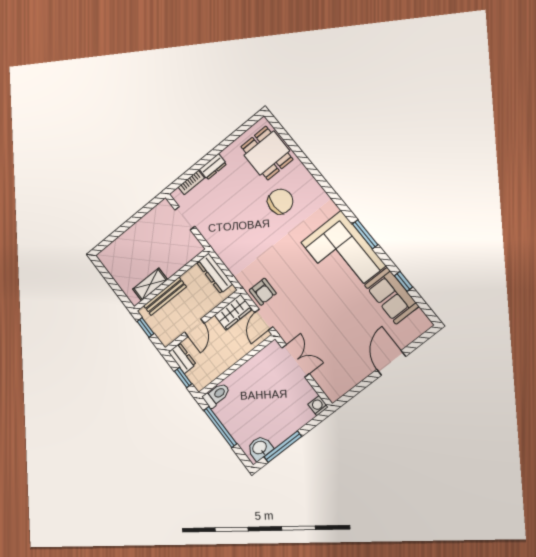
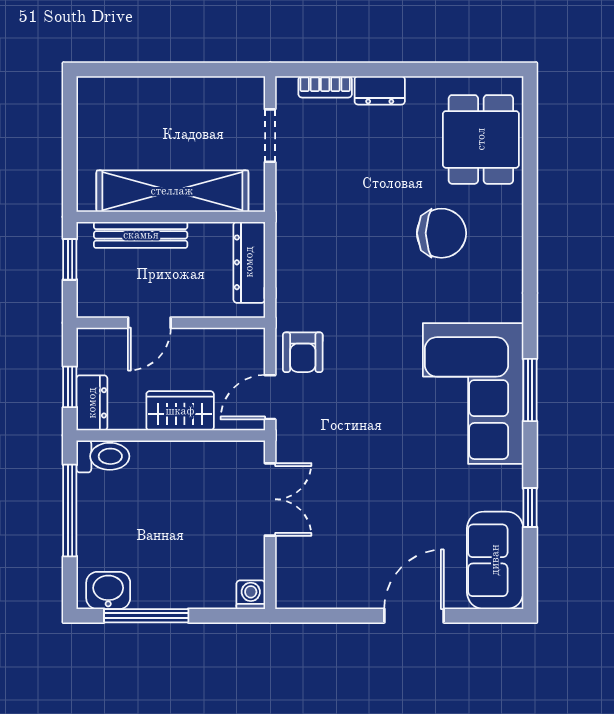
shelving: (150, 284) -> (172, 191), width x2.20, depth x1.33
sofa: (392, 296) -> (495, 560), moved
wardrobe: (233, 312) -> (180, 411), moved, turned 180
dresser: (182, 358) -> (92, 403), moved

